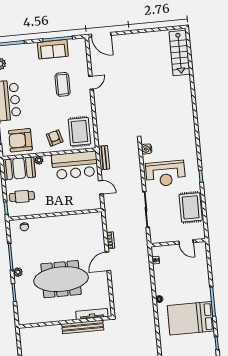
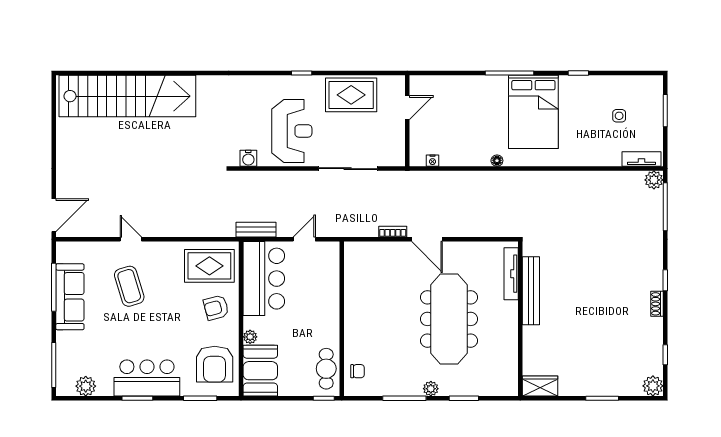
sofa: (53, 49) -> (70, 297), width x1.36
stairs: (180, 53) -> (127, 96), width x1.86, depth x1.51
coffee table: (63, 84) -> (129, 286), turned 73
cafe table: (22, 196) -> (326, 369), moved
wardrobe: (26, 338) -> (540, 386), added

